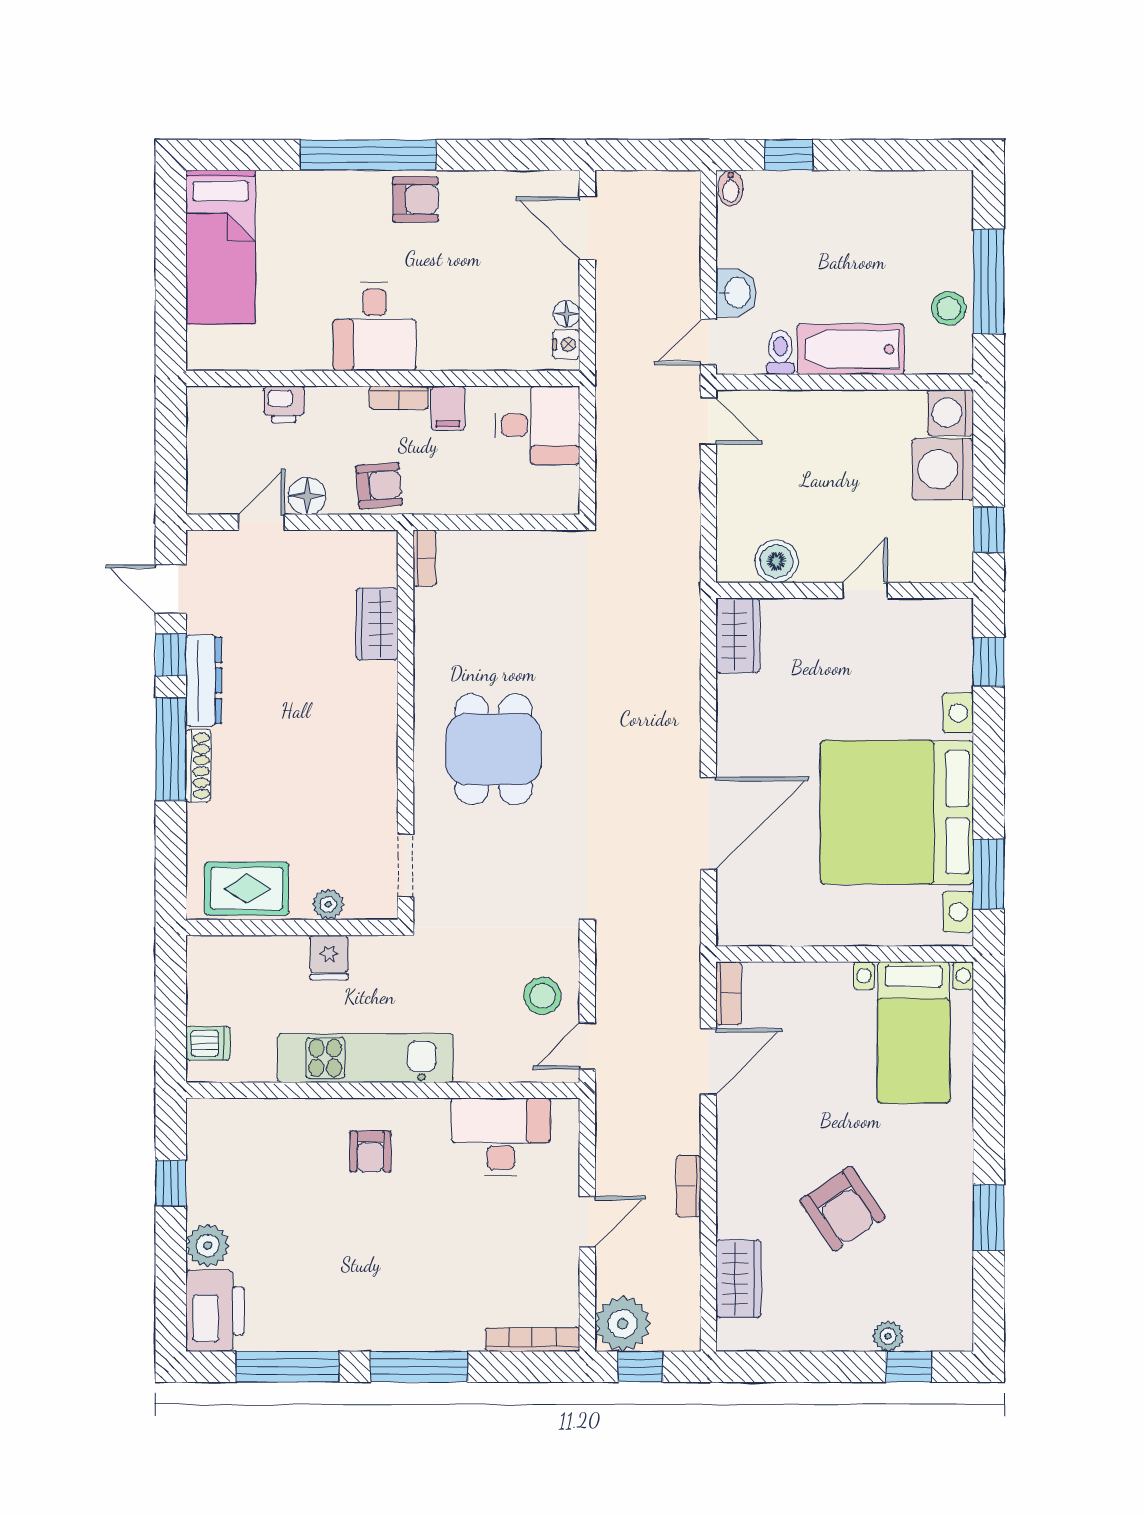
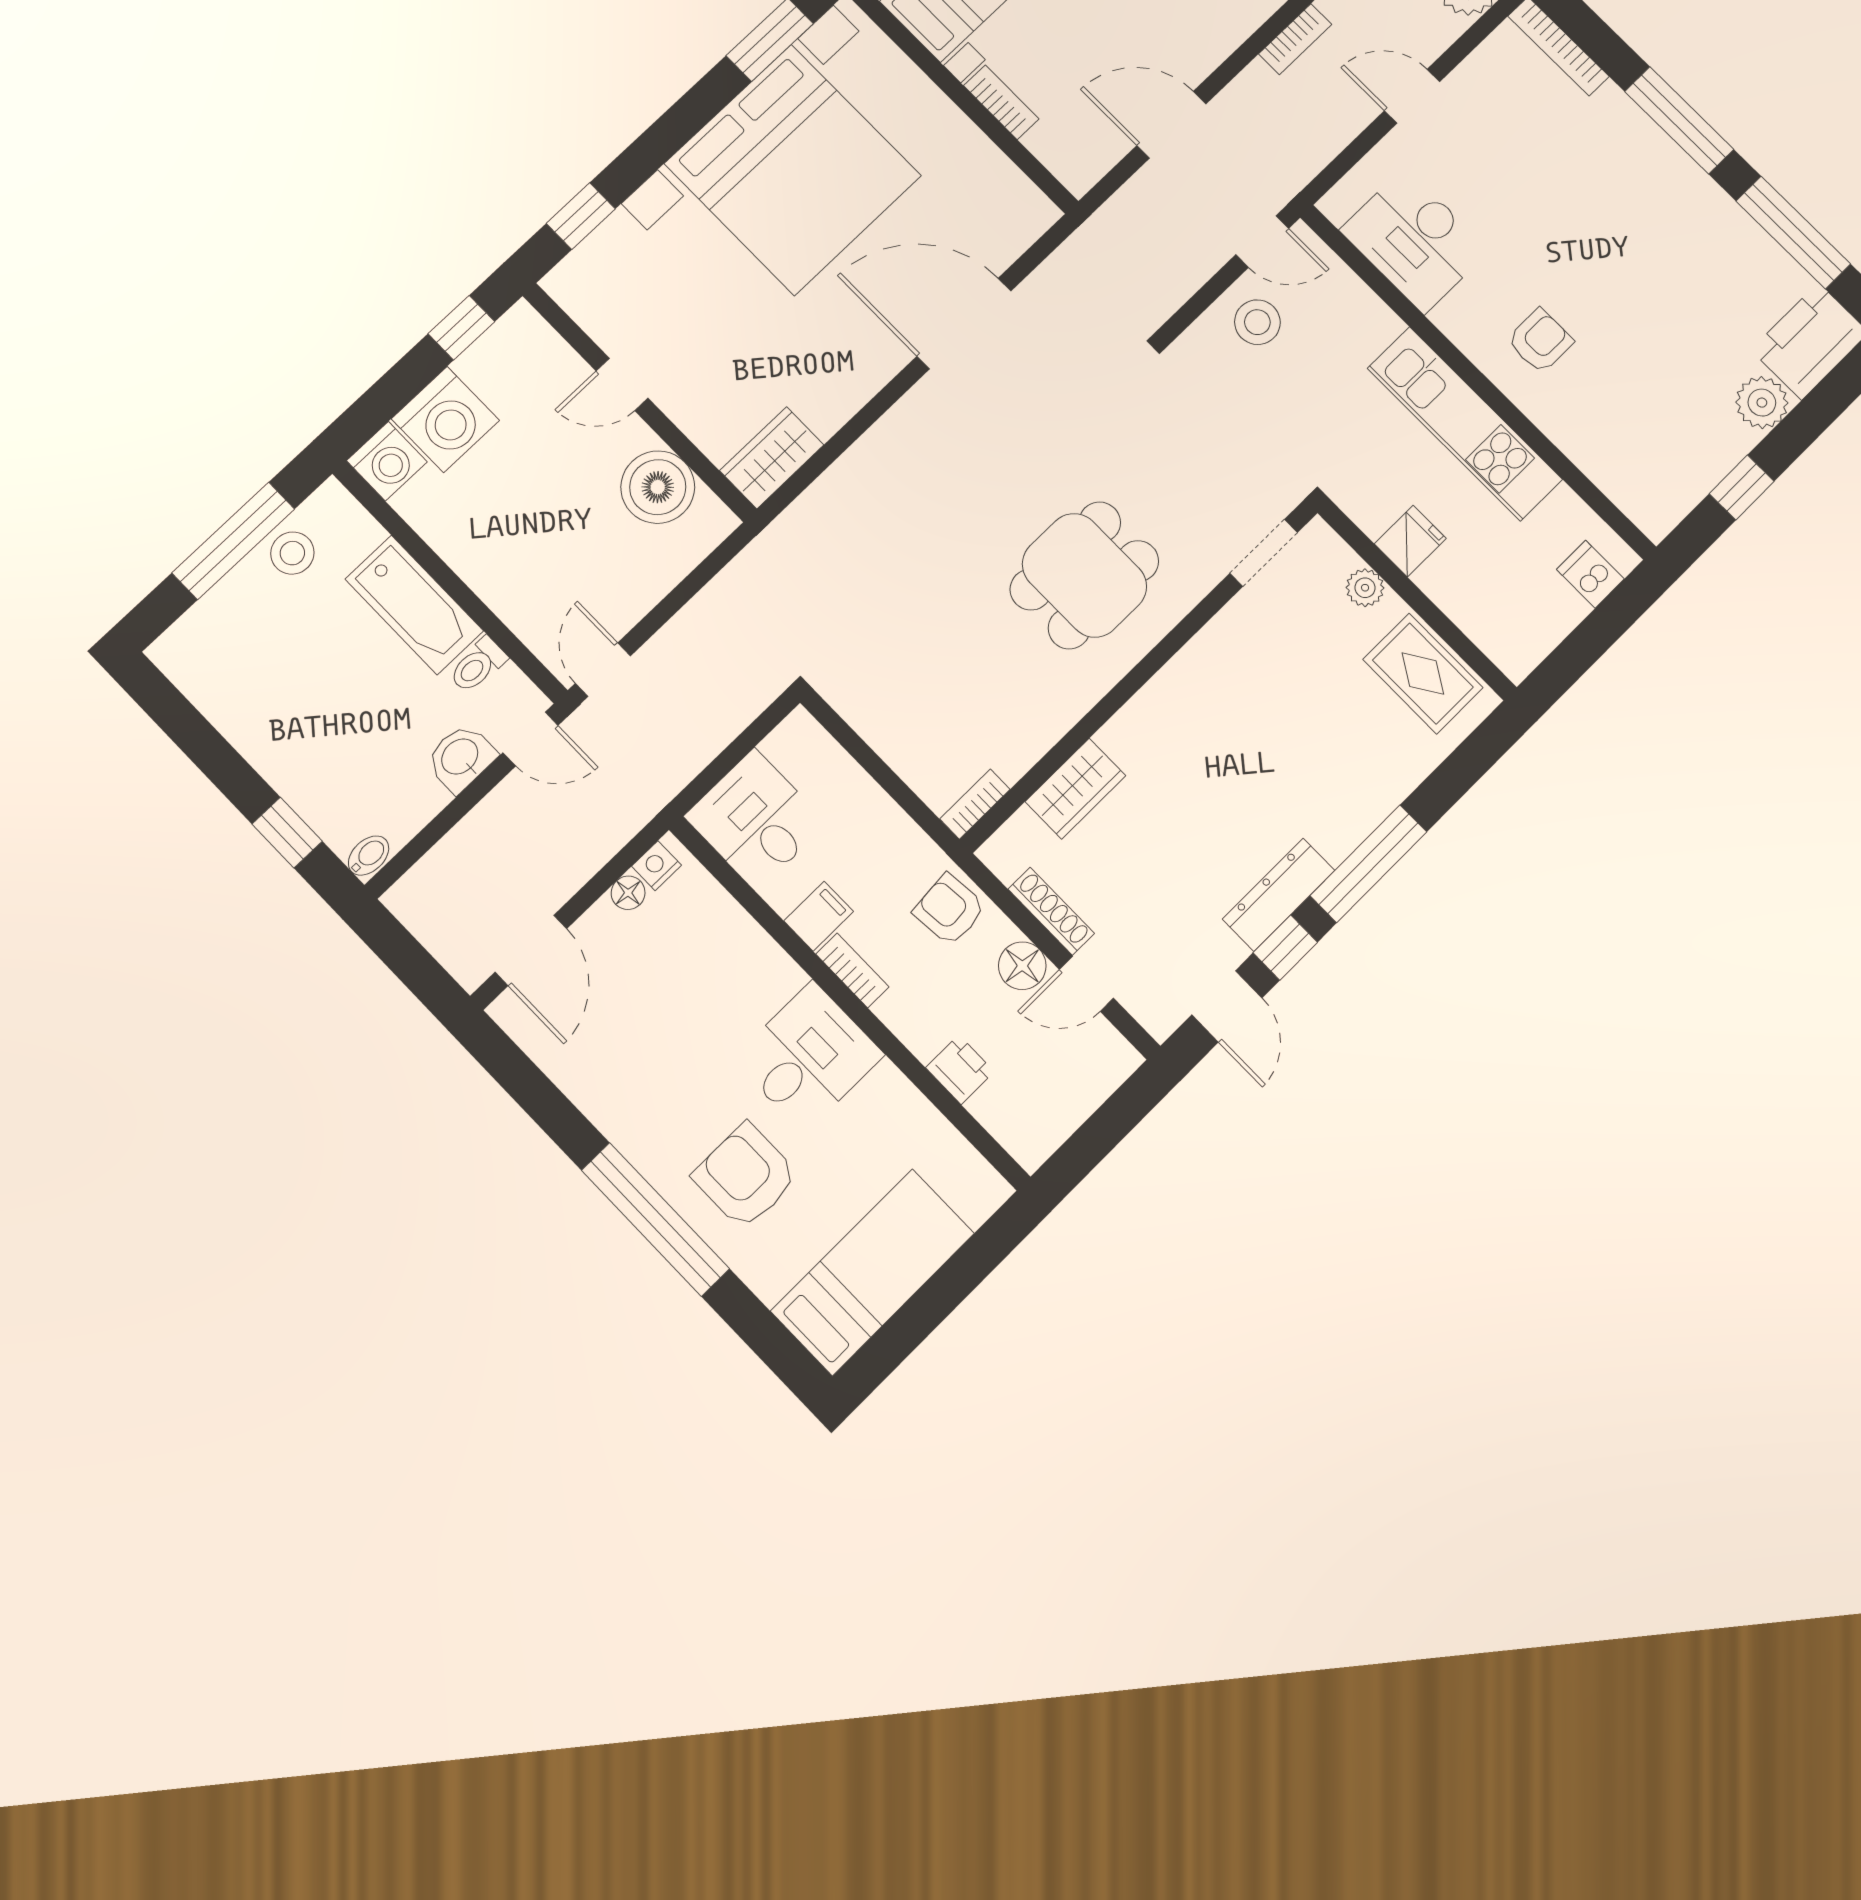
armchair: (415, 200) -> (746, 1176), moved, width x1.38, depth x1.38
boiler: (776, 561) -> (658, 487), width x1.37, depth x1.37
shoe rack: (198, 766) -> (1051, 911), moved, turned 90
bookcase: (729, 993) -> (1001, 102), moved, turned 90

